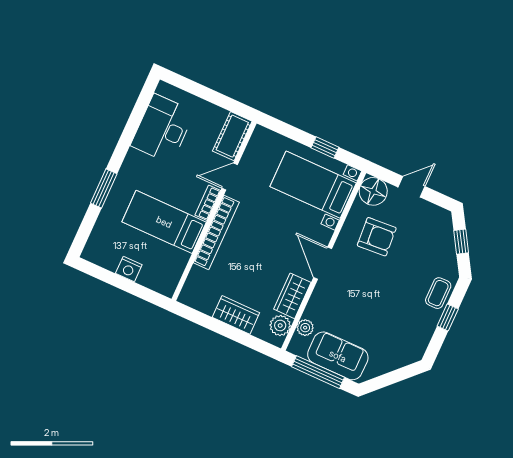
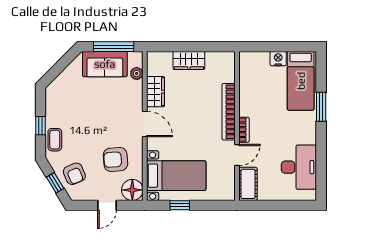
bed: (164, 222) -> (301, 81), moved, turned 90
armchair: (433, 242) -> (74, 174), added
plant: (280, 325) -> (155, 67), removed

